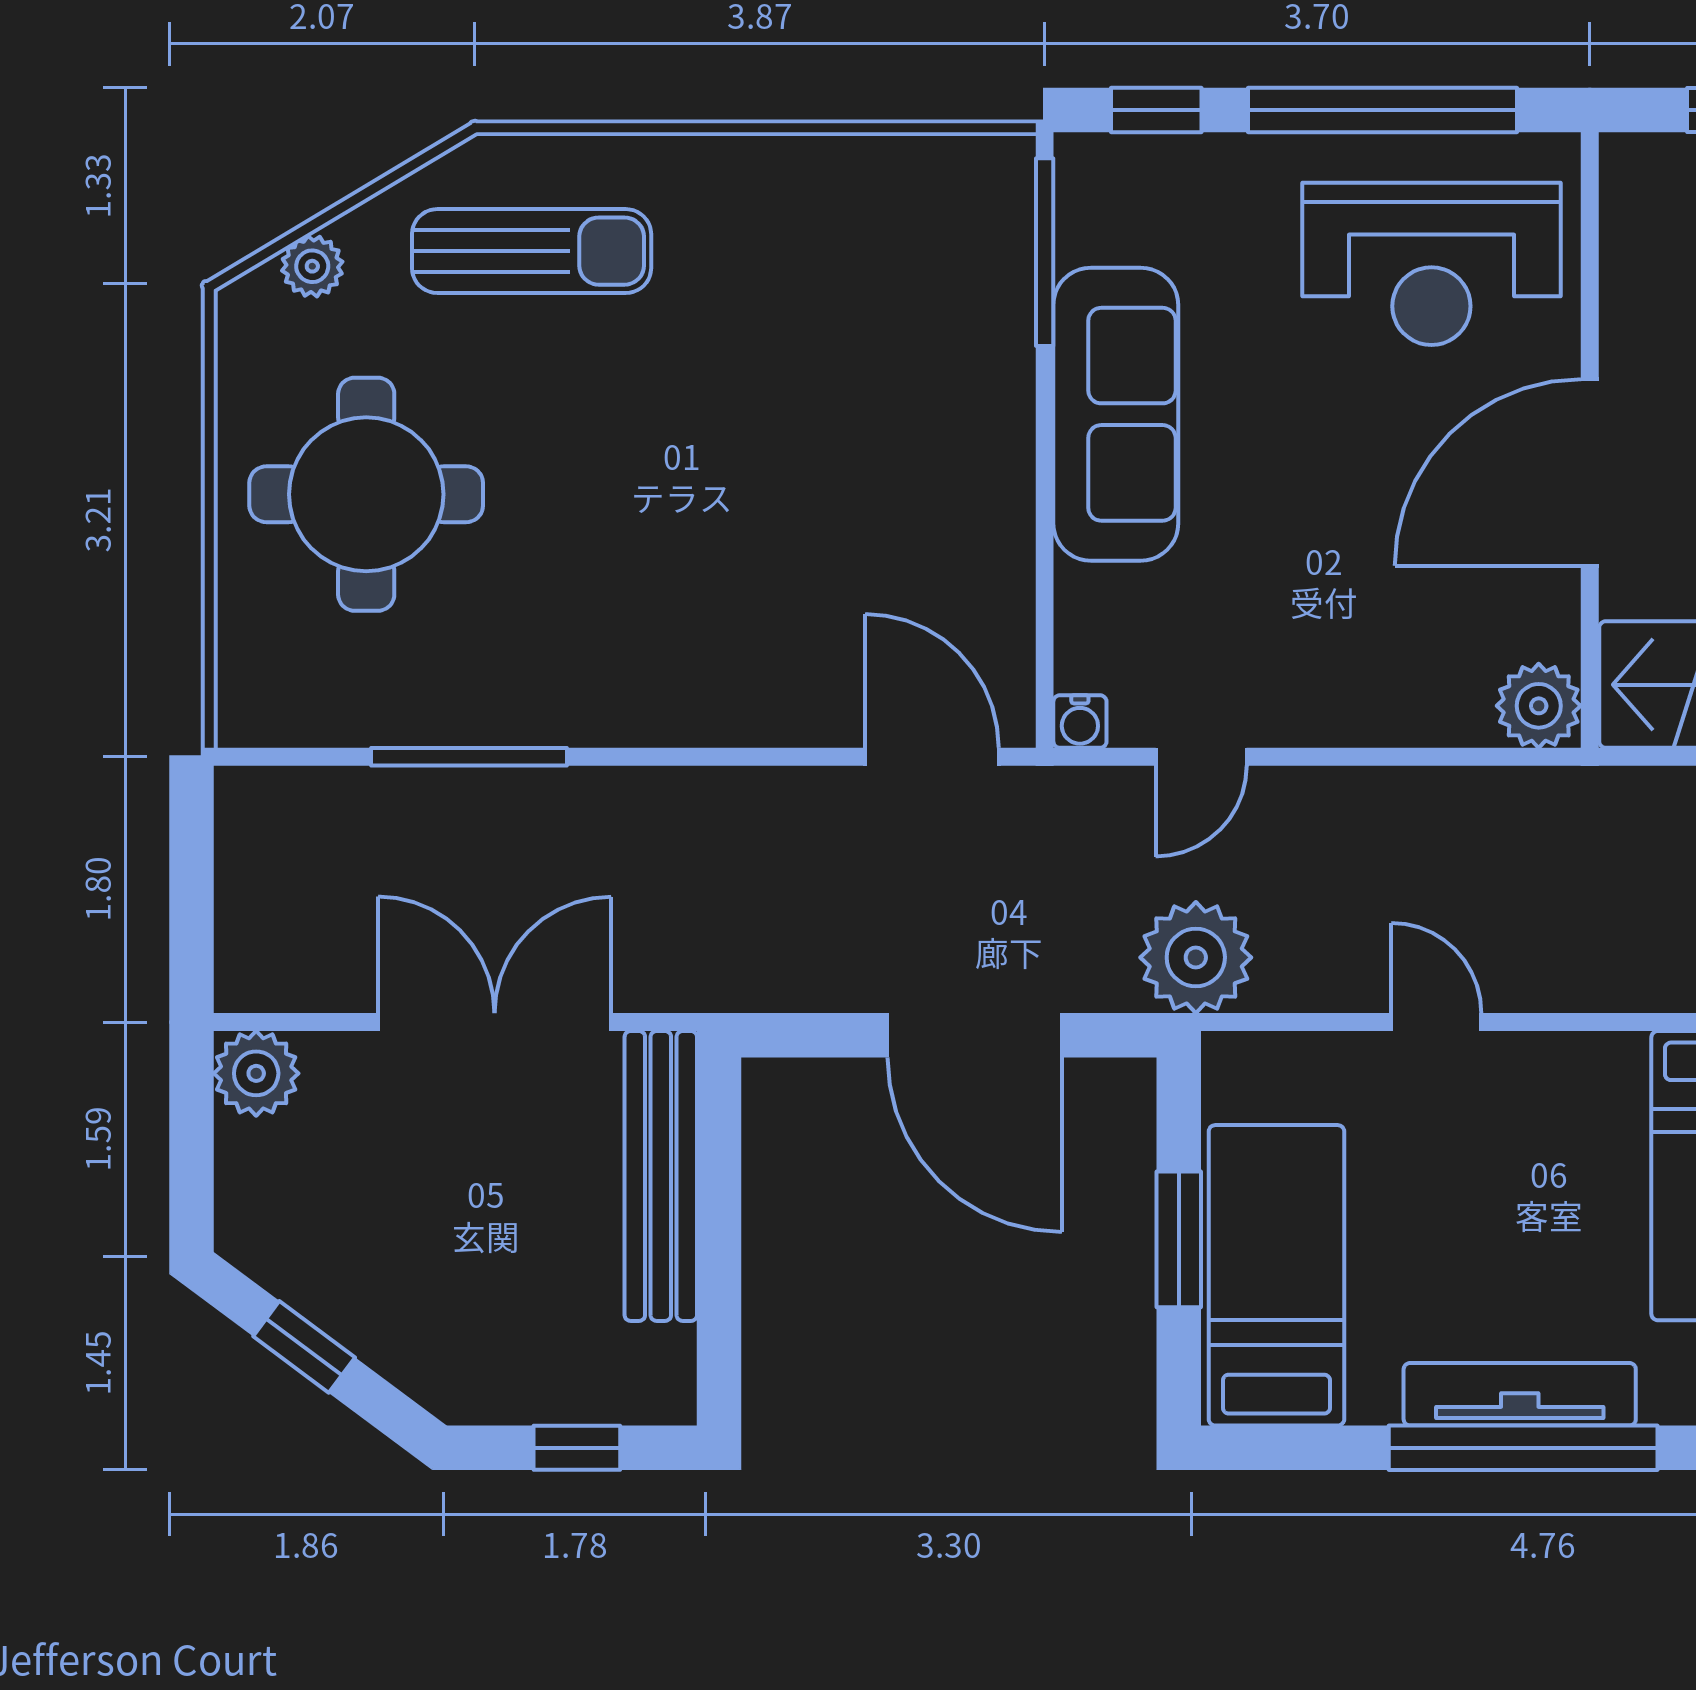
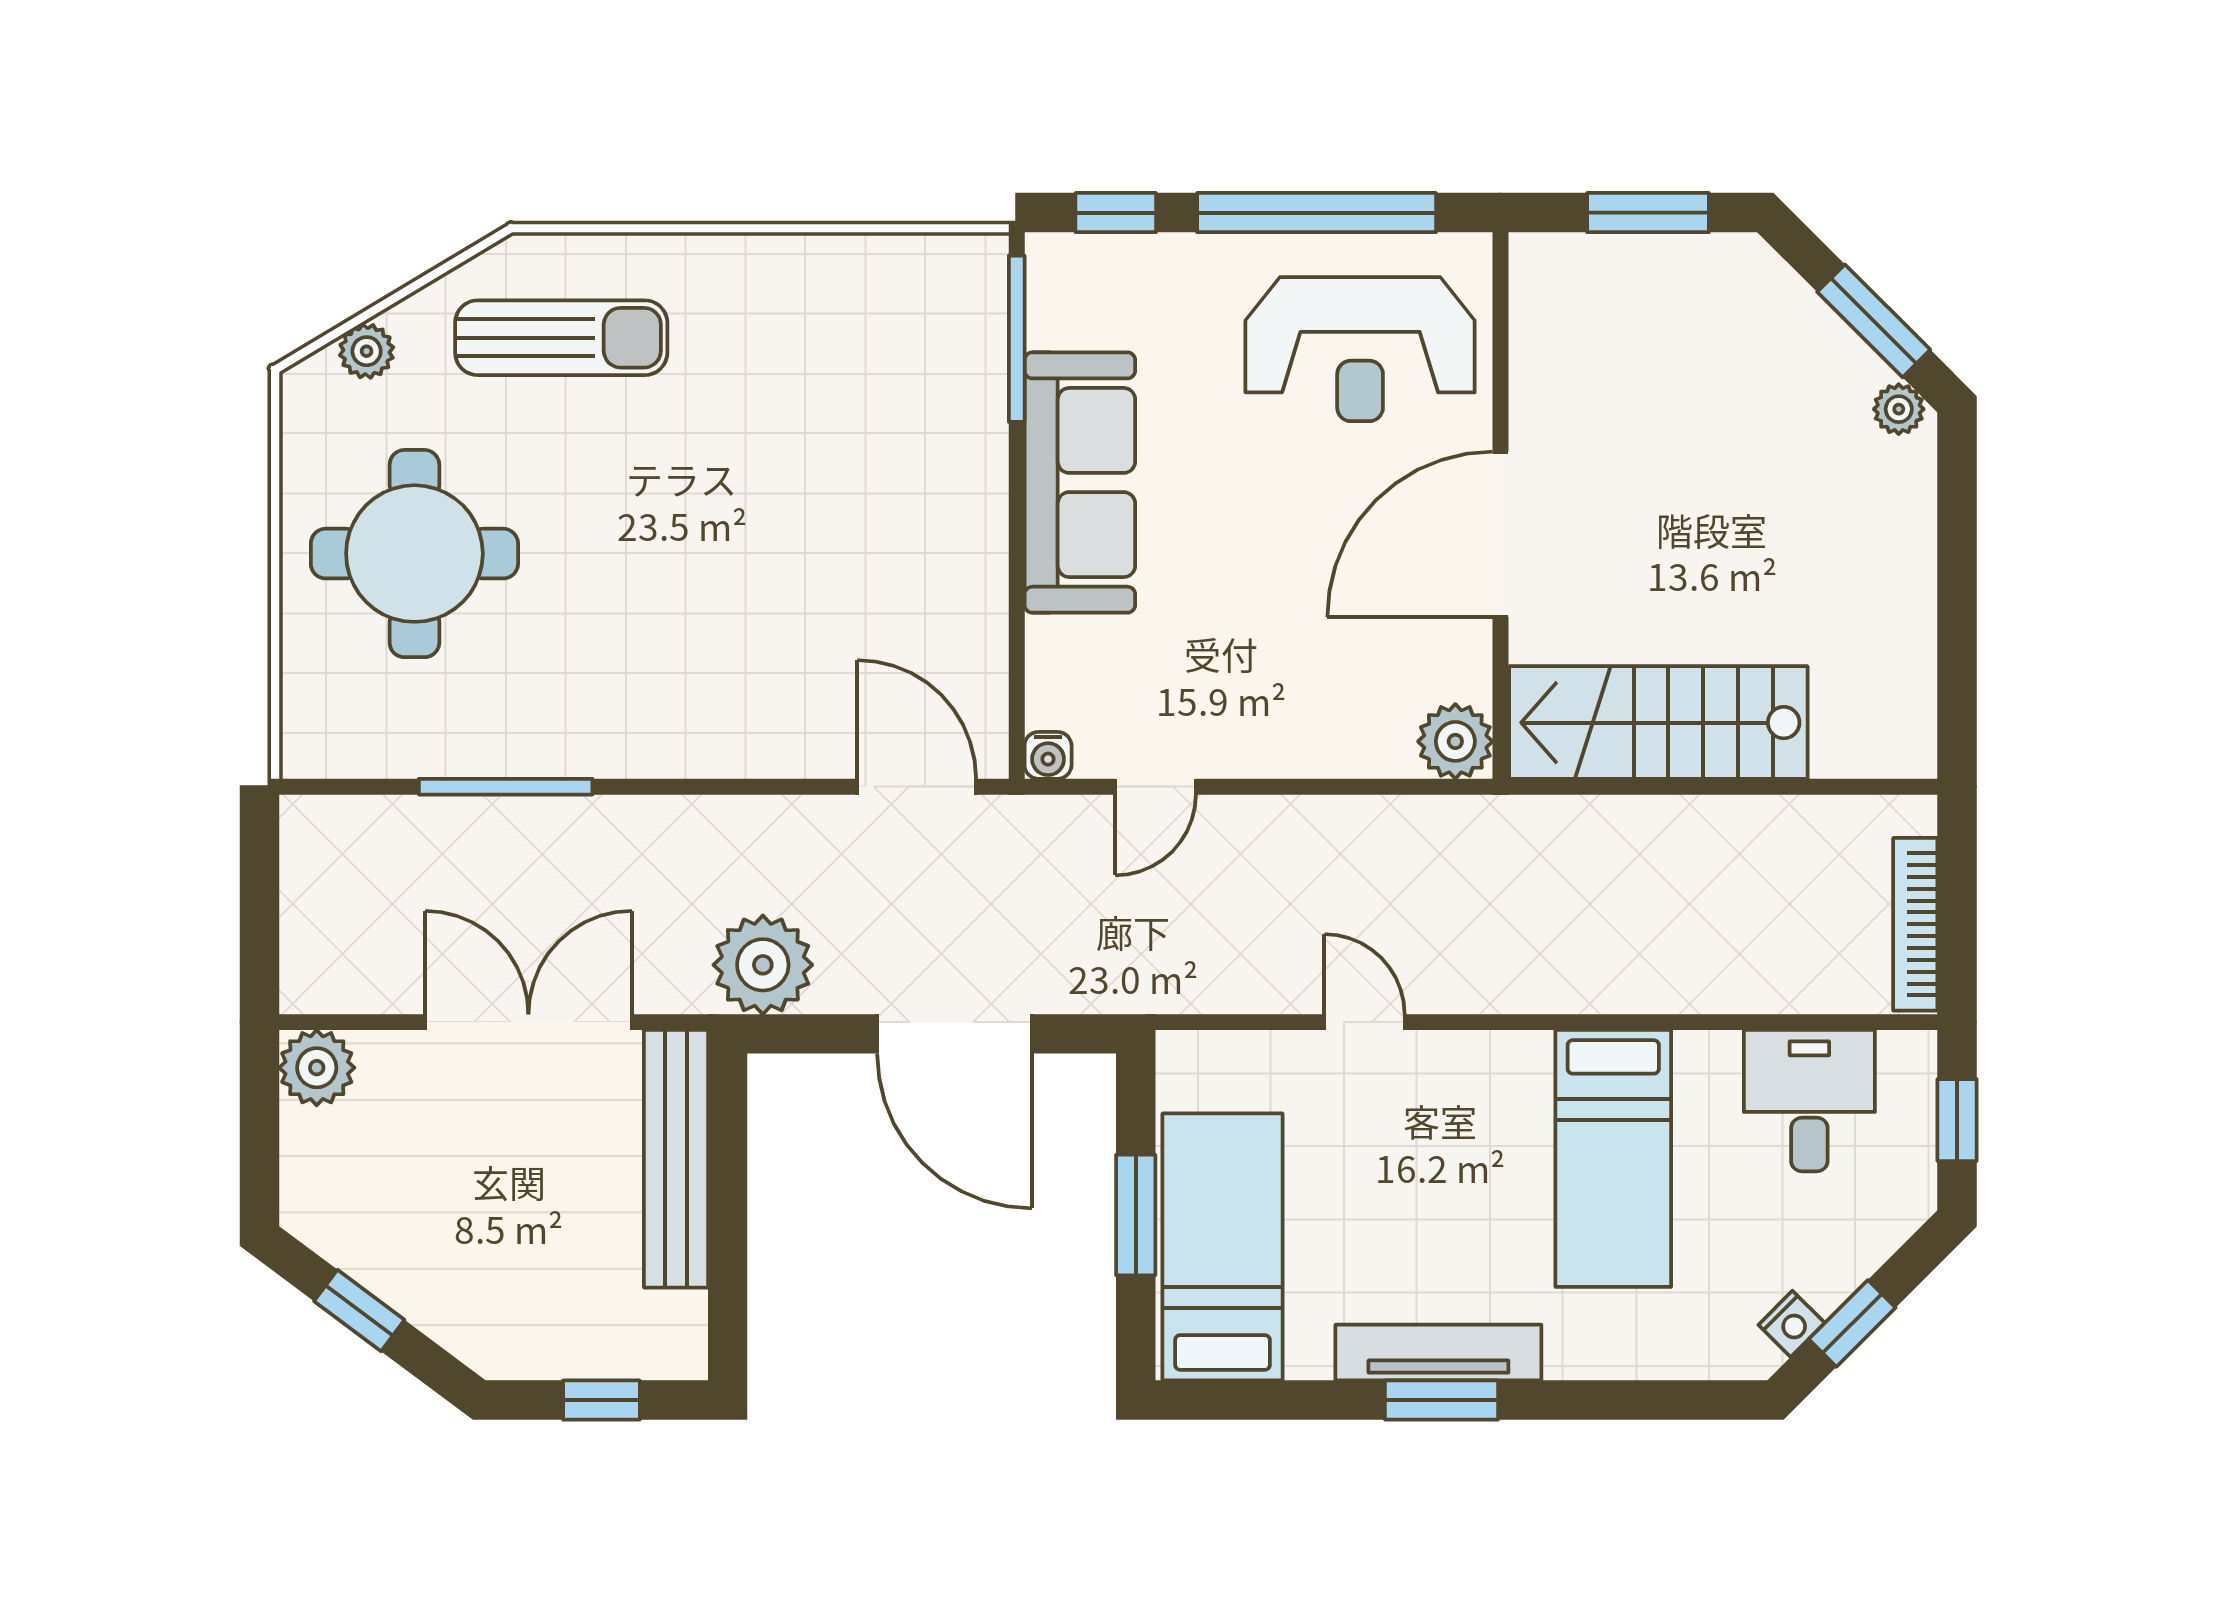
plant: (1196, 957) -> (763, 965), moved
window: (1523, 1448) -> (1442, 1400), width x0.47

